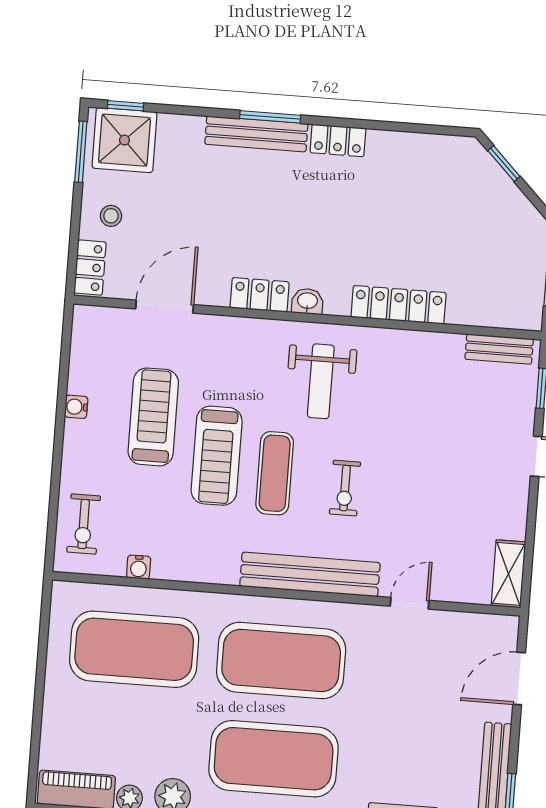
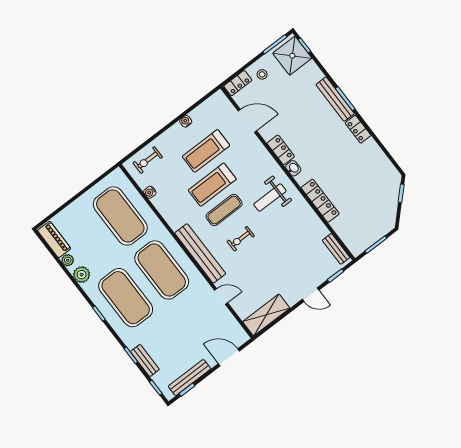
treadmill: (153, 417) -> (206, 151), turned 180
shelving: (508, 574) -> (266, 315), width x1.50, depth x1.33

